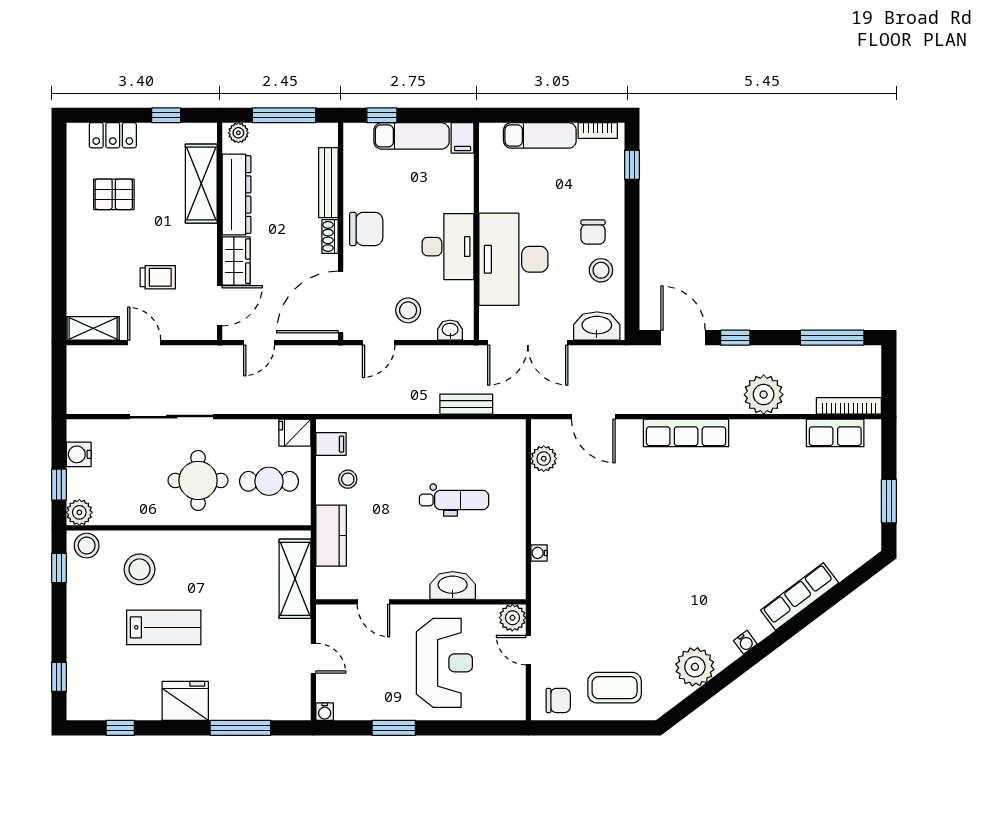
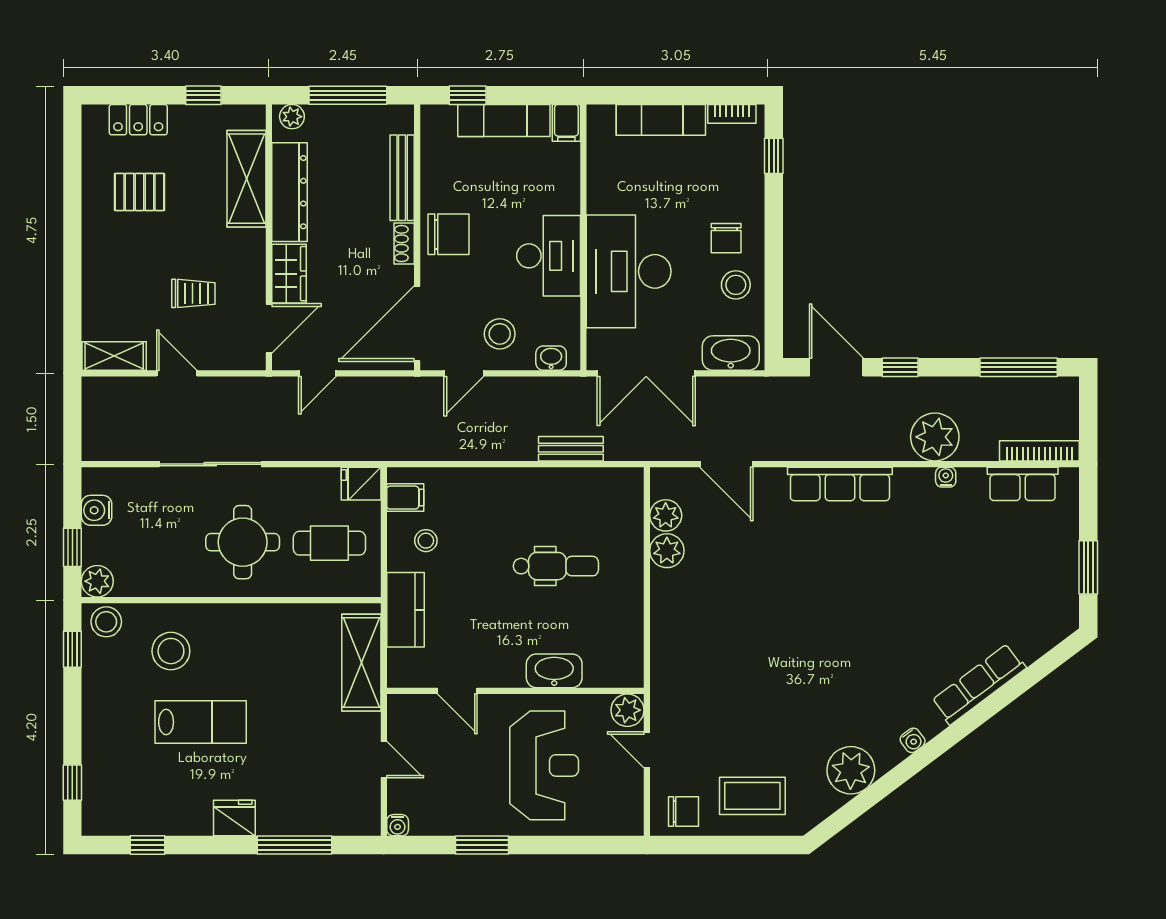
plant: (545, 487) -> (667, 551), added
water cooler: (539, 553) -> (946, 477), moved, turned 90
fridge: (185, 701) -> (234, 818), width x0.73, depth x0.75

